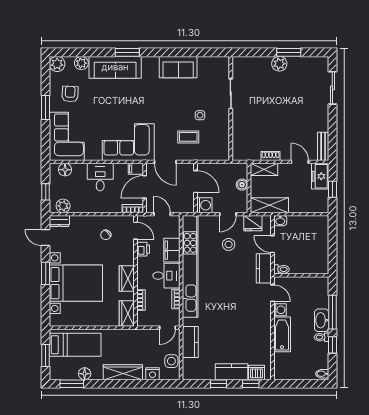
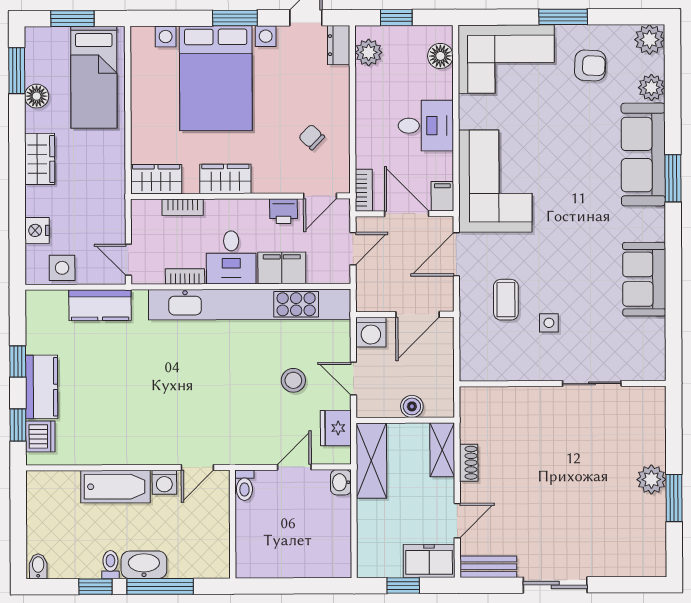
sliding door: (332, 88) -> (555, 585), moved
kitchen counter: (264, 268) -> (246, 450), removed
wardrobe: (123, 372) -> (40, 159), width x0.67

